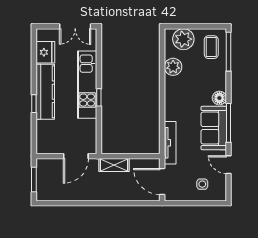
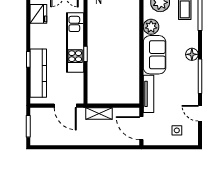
kitchen counter: (45, 92) -> (38, 73), moved
sofa: (214, 128) -> (155, 55), moved, turned 180
door: (76, 156) -> (65, 106), hinge flipped

